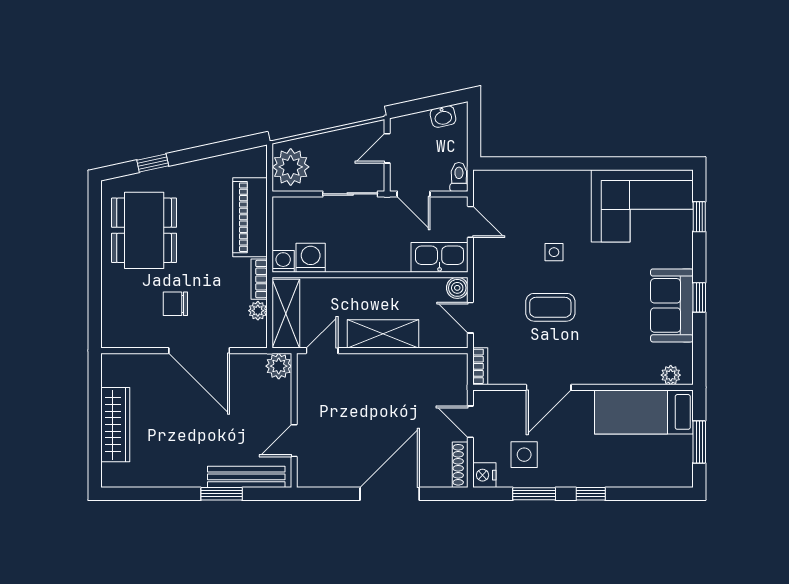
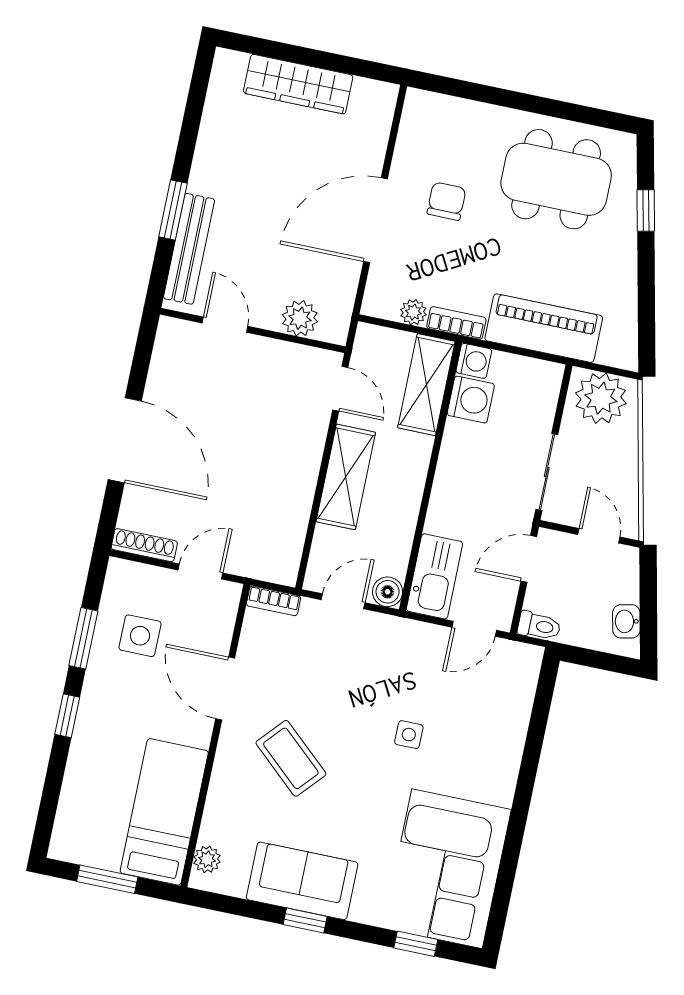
coffee table: (550, 307) -> (291, 758), moved, turned -48
shelving: (286, 314) -> (426, 385), moved, turned 90
plant: (279, 366) -> (300, 318), moved
nightstand: (484, 475) -> (123, 575), removed

